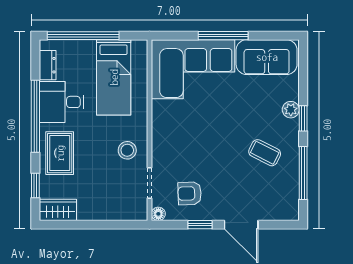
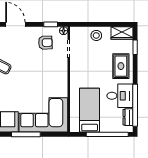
window: (35, 116) -> (135, 105), moved
stool: (127, 150) -> (96, 35), moved
window: (200, 225) -> (51, 24), moved

